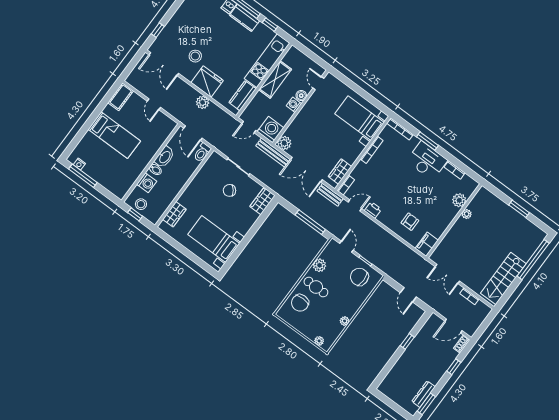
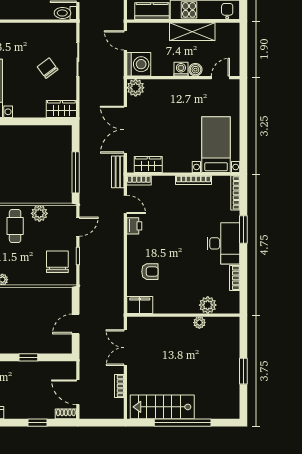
bench: (273, 153) -> (118, 84), removed
window: (533, 260) -> (183, 423), moved

